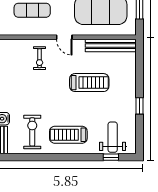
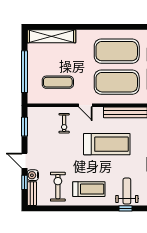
treadmill: (89, 83) -> (107, 144), width x1.37, depth x1.38
treadmill: (68, 135) -> (89, 189), turned 180

